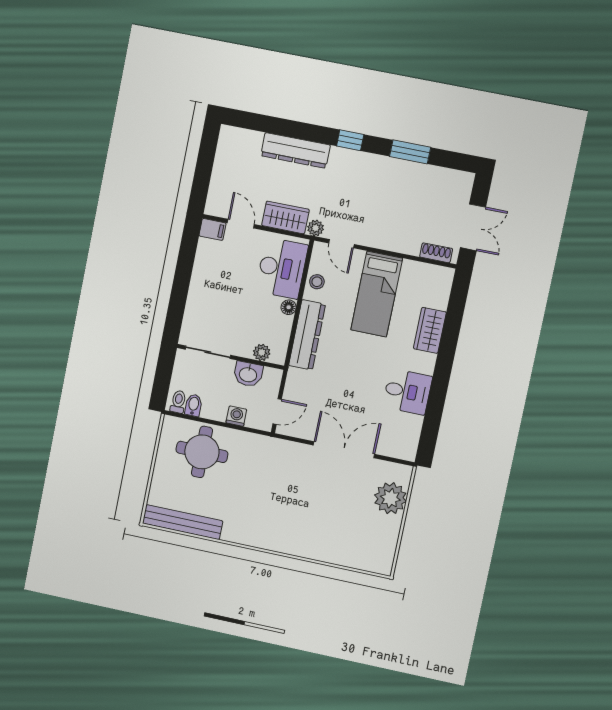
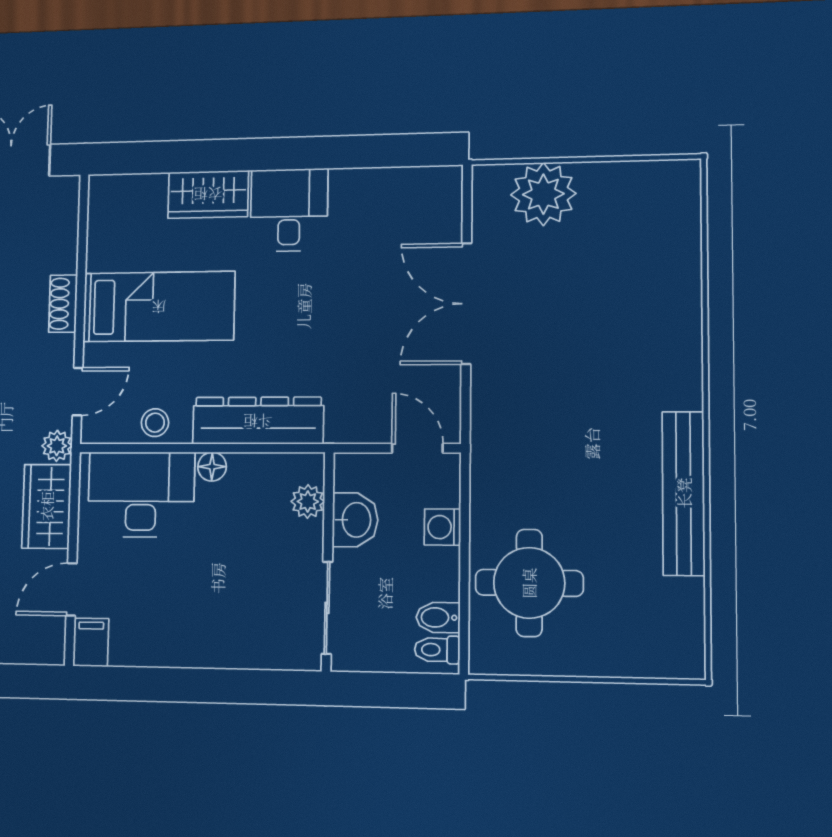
shoe rack: (436, 253) -> (63, 304), moved
desk: (407, 392) -> (289, 210), moved
bench: (183, 522) -> (684, 493), moved

